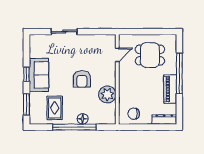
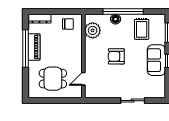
window: (179, 73) -> (26, 49), moved
armchair: (82, 79) -> (116, 56), turned -90
plant: (107, 94) -> (93, 30), moved

